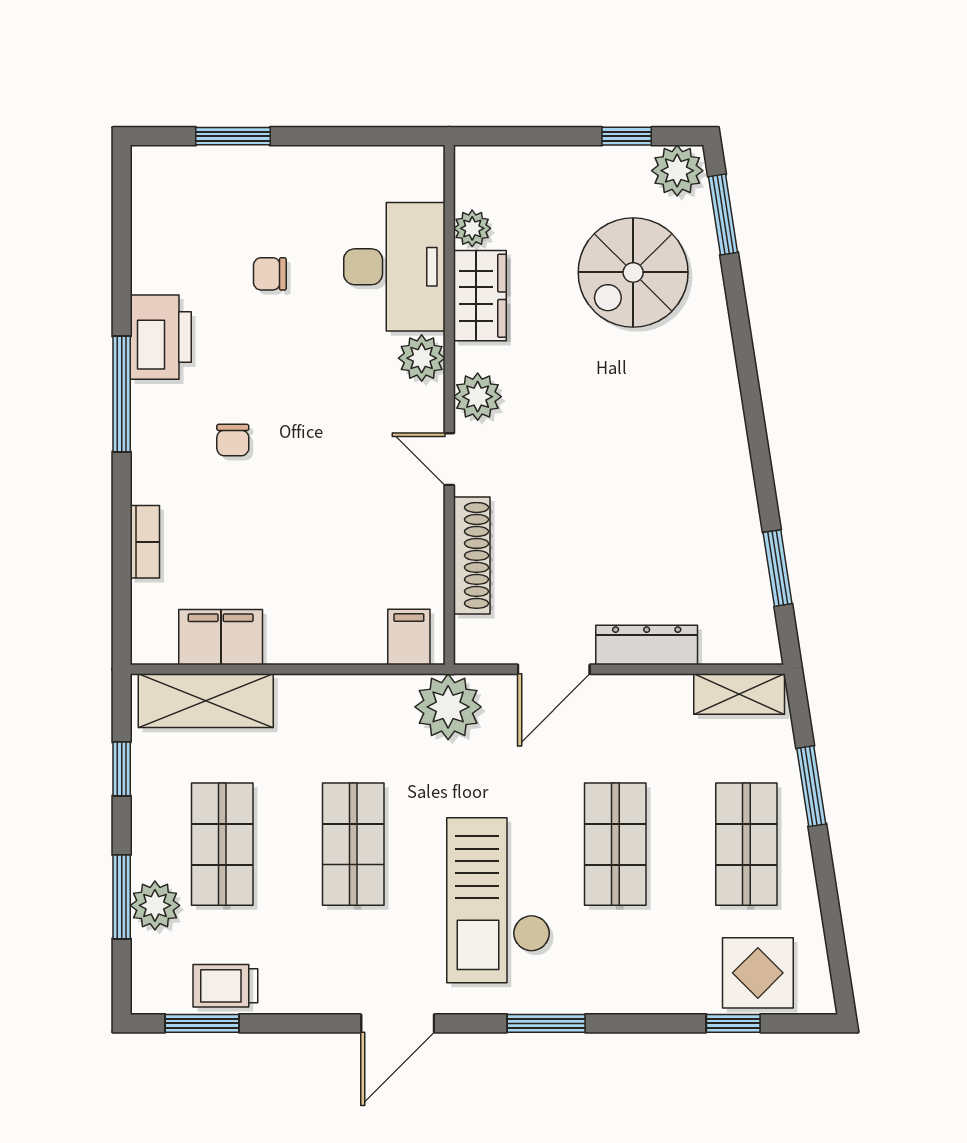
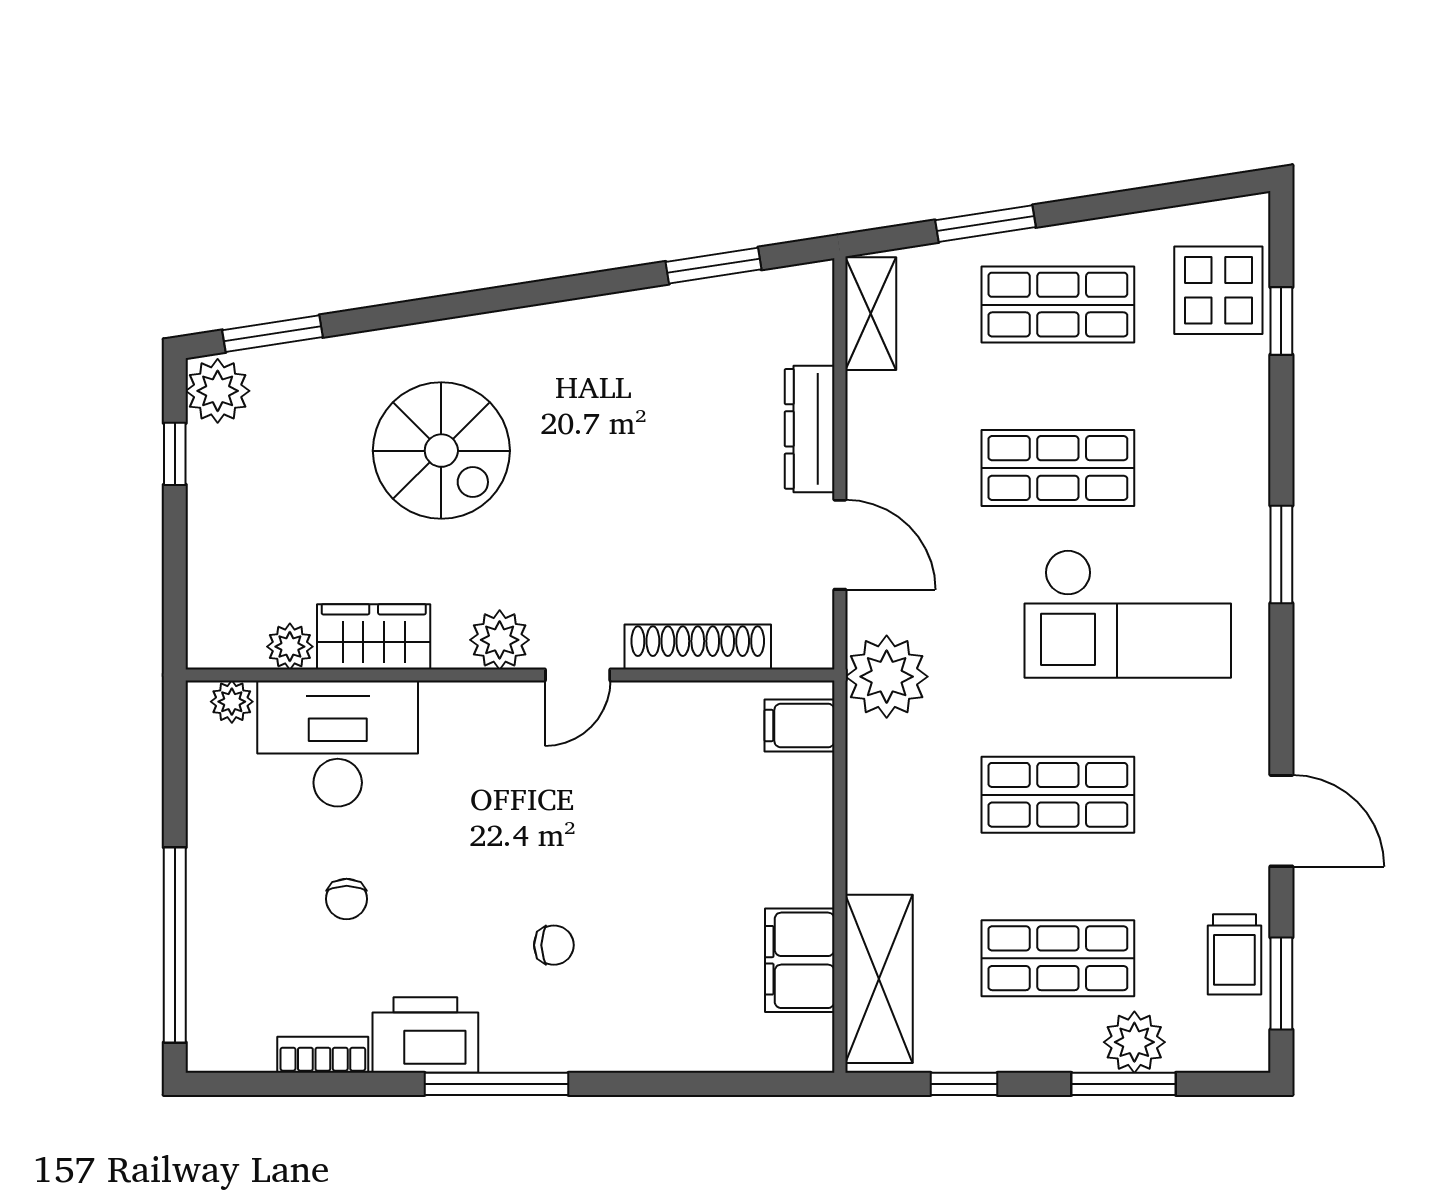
window: (233, 136) -> (175, 945), width x2.11
spiral stairs: (633, 272) -> (441, 451), moved
plant: (422, 358) -> (232, 702), moved, width x0.73, depth x0.73
bookcase: (145, 542) -> (323, 1055), moved
door: (398, 1023) -> (1281, 821), moved

